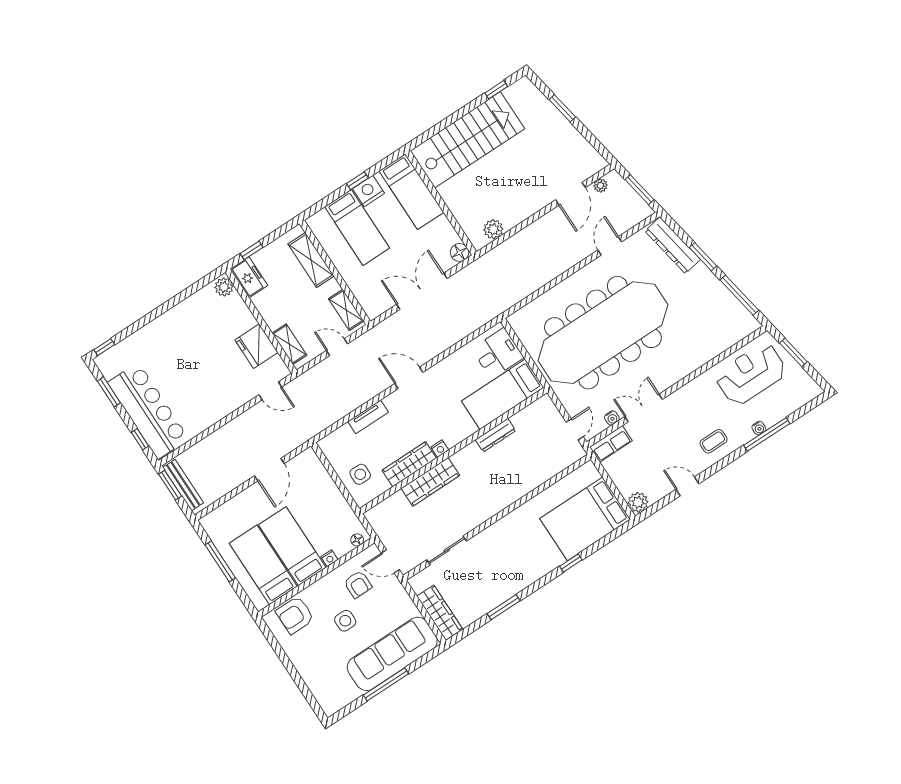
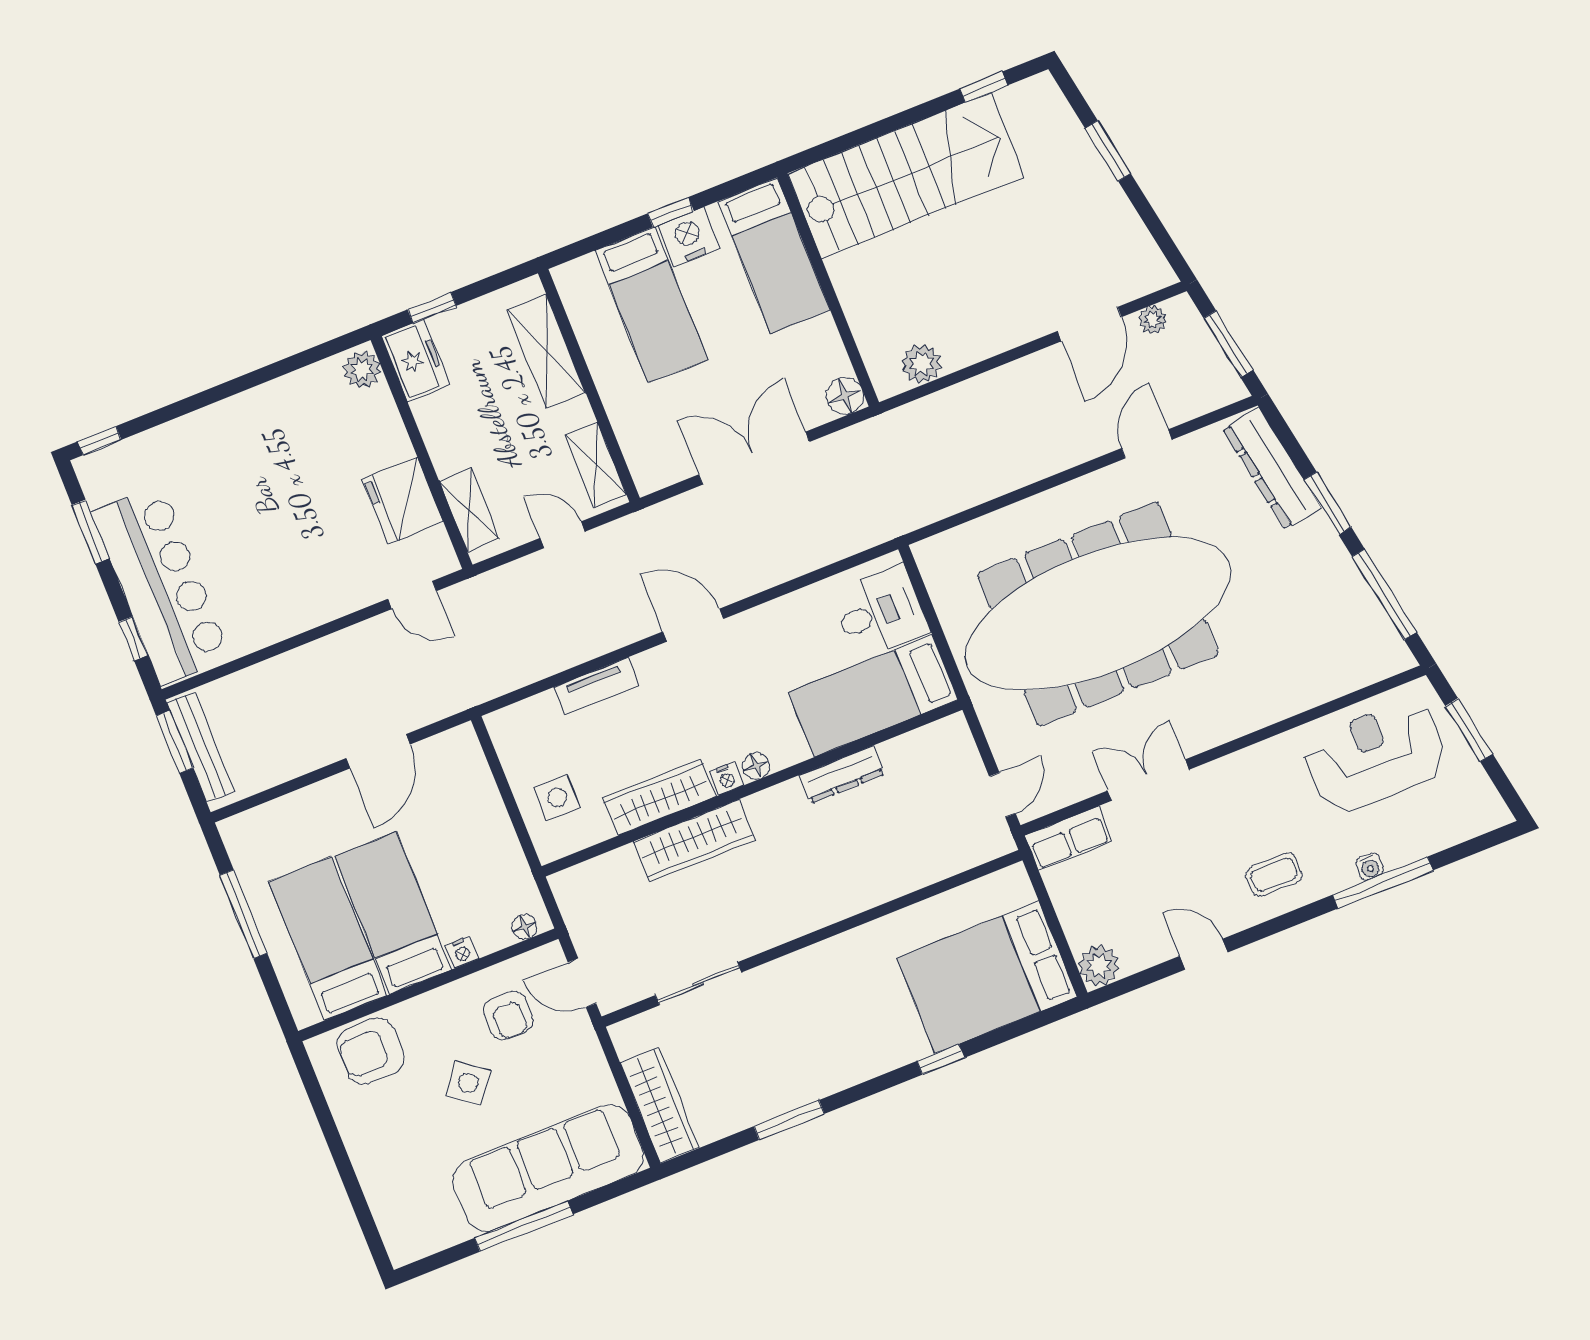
water cooler: (612, 418) -> (1081, 787), removed
floor lamp: (453, 440) -> (756, 766), added
side table: (345, 621) -> (468, 1083), turned 37

